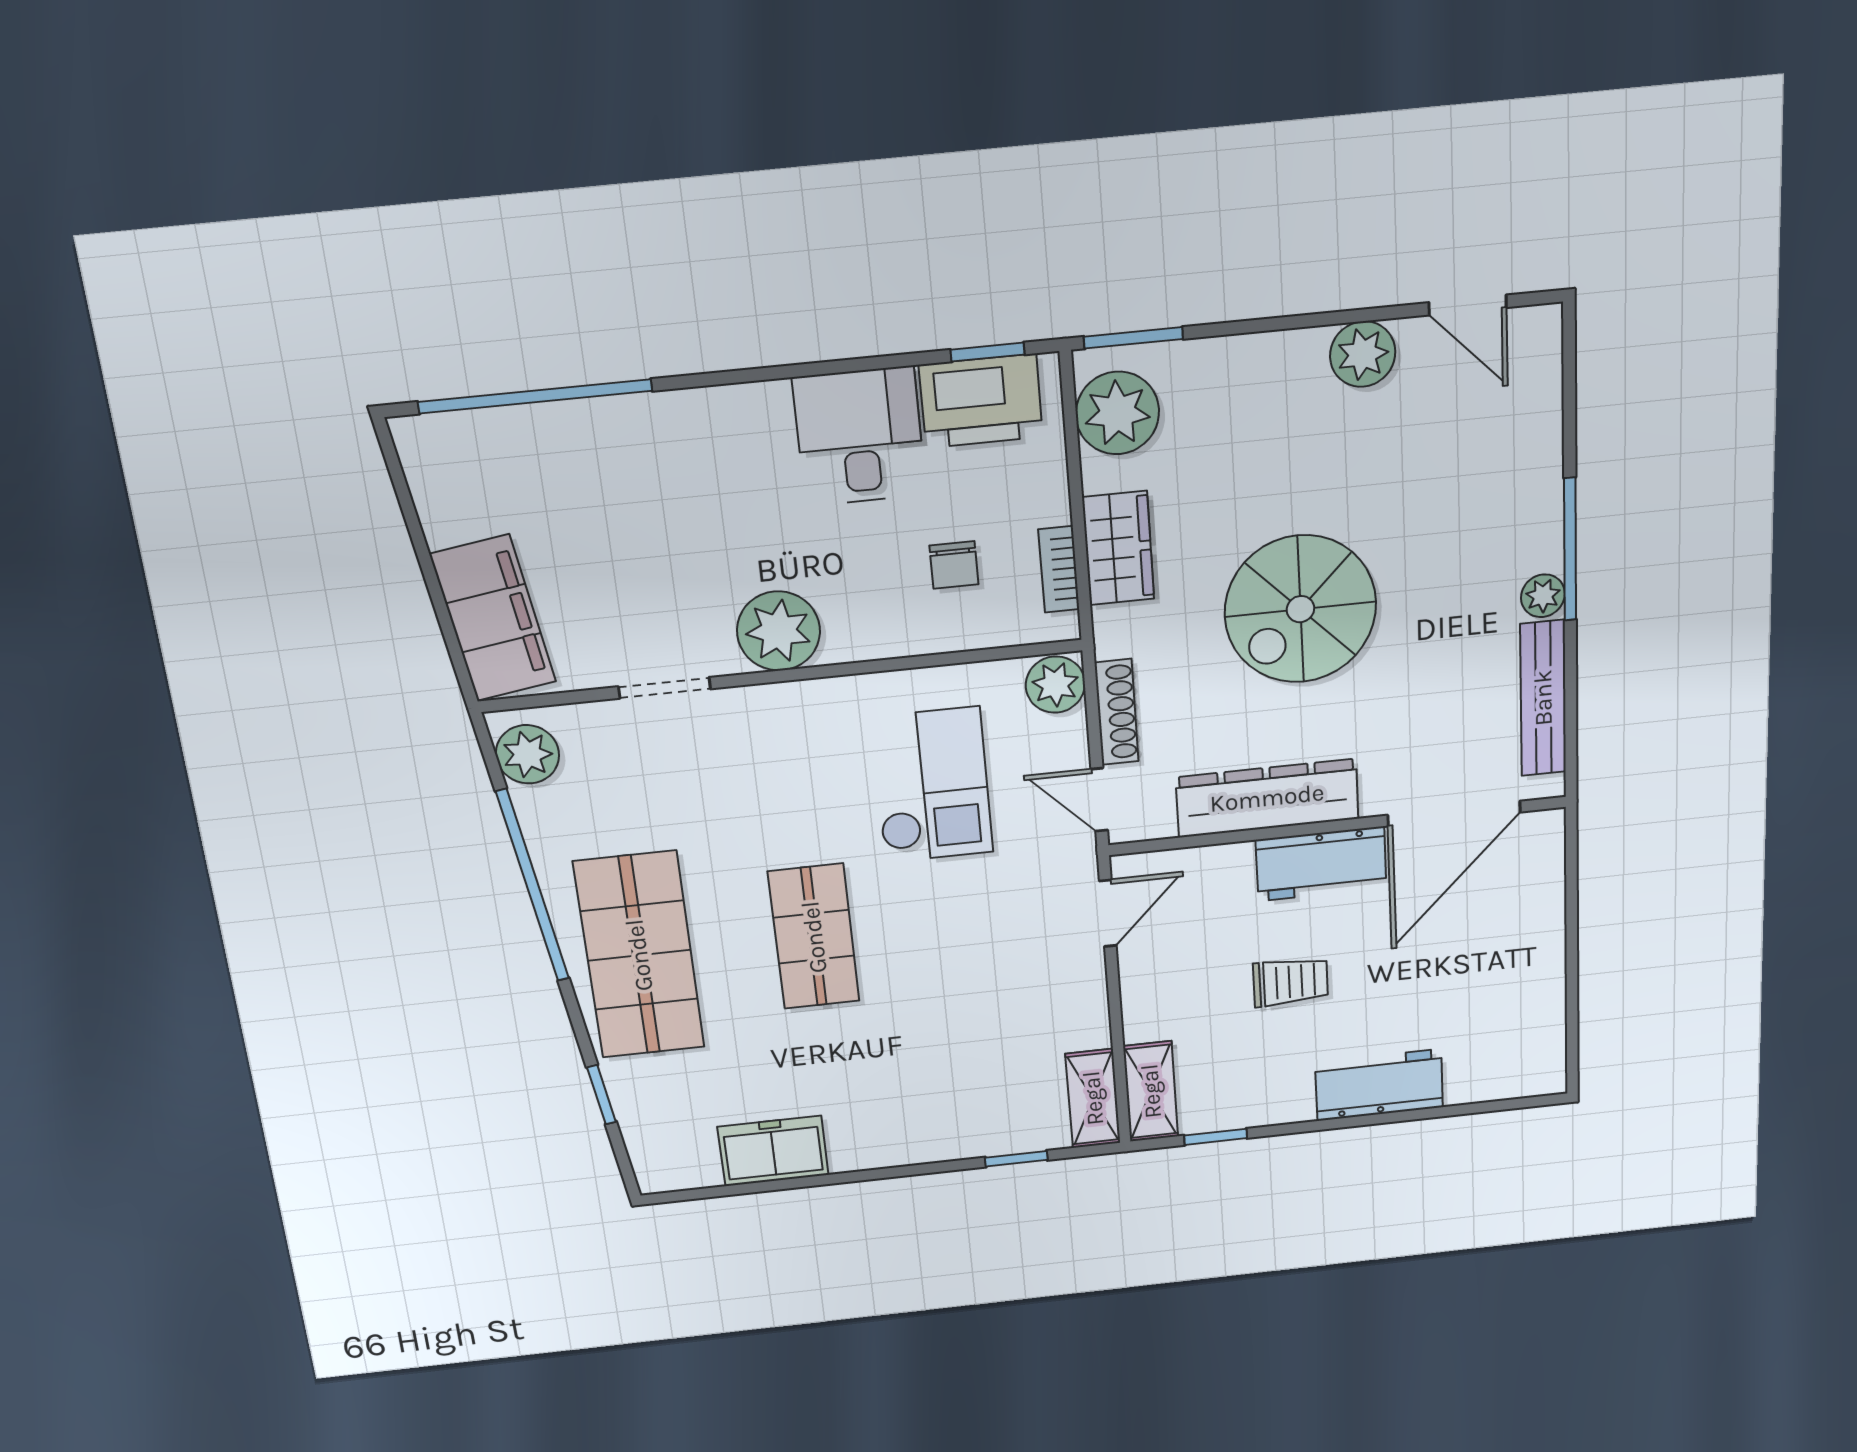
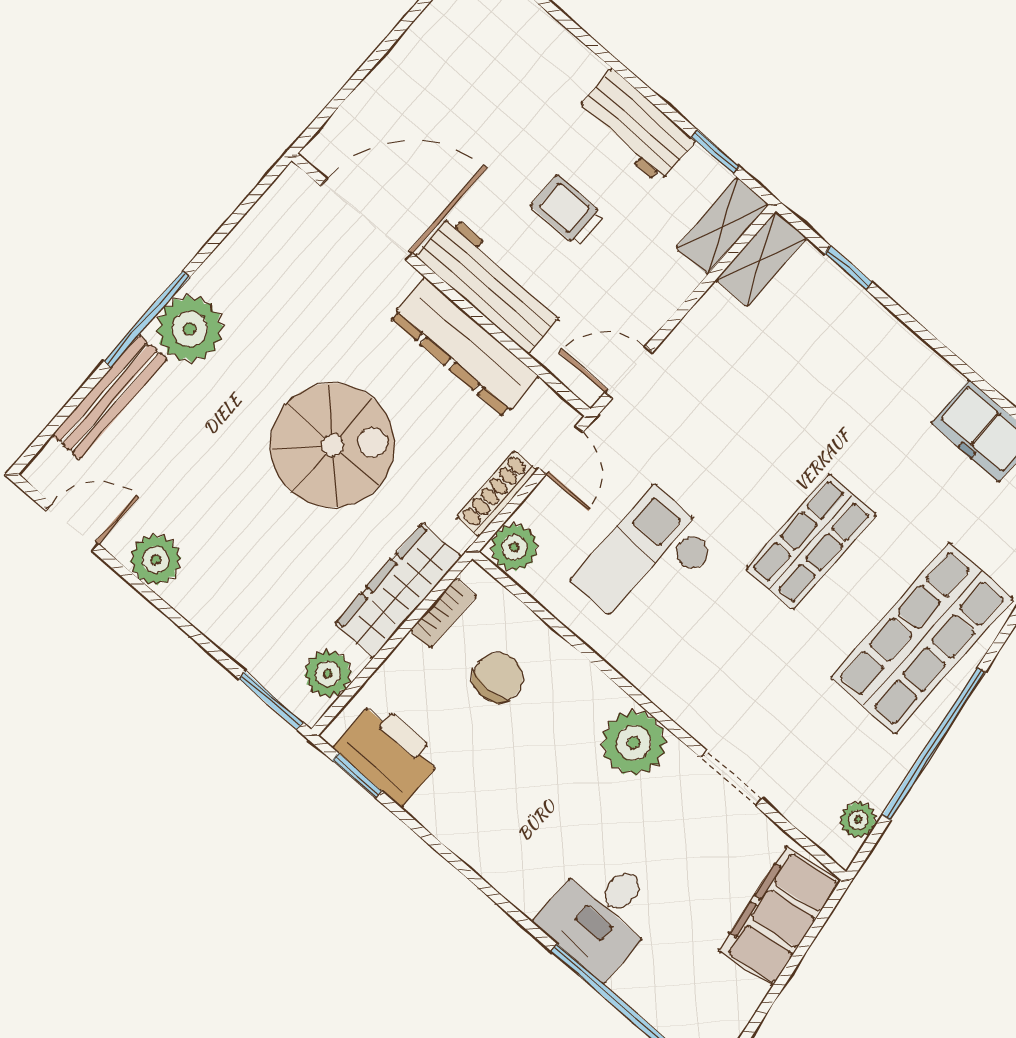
door: (1468, 305) -> (72, 527), hinge flipped
plant: (1117, 413) -> (328, 674), width x0.73, depth x0.73
desk: (859, 436) -> (601, 915), moved
wardrobe: (1118, 548) -> (398, 590), width x1.50
chair: (954, 565) -> (498, 677), width x1.37, depth x1.37
plant: (1543, 596) -> (190, 329), width x1.88, depth x1.88
bench: (1543, 698) -> (109, 397), moved
plant: (528, 754) -> (858, 820), width x0.73, depth x0.73
workbench: (1321, 864) -> (490, 284), width x1.38
workbench: (1379, 1085) -> (635, 126), moved

